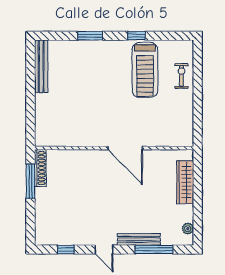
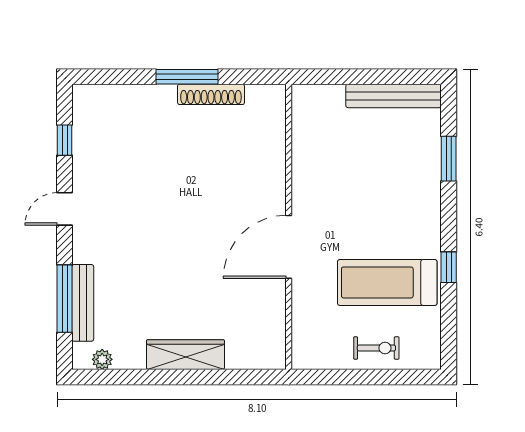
window: (90, 36) -> (449, 159), moved
wall: (114, 148) -> (289, 227), moved
door: (125, 148) -> (289, 247), moved
bench: (139, 239) -> (83, 303), moved

